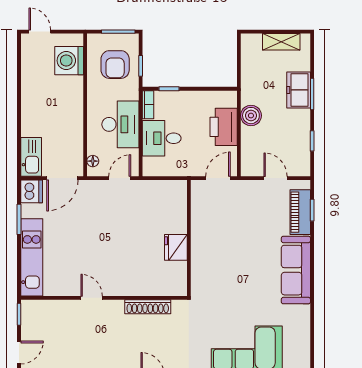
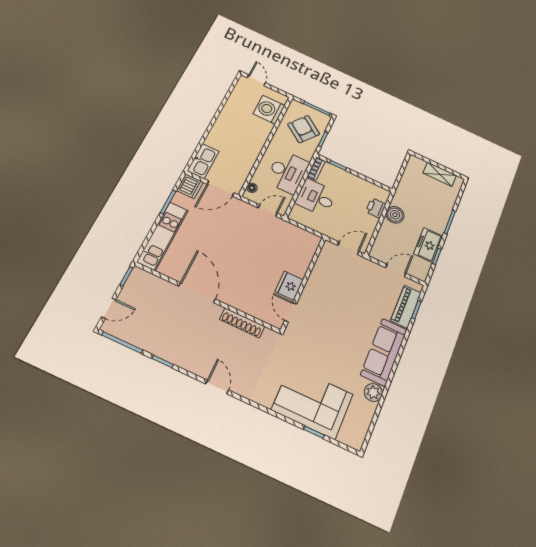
armchair: (115, 65) -> (304, 129), turned 127
freezer: (299, 90) -> (428, 245), moved
printer: (224, 127) -> (376, 208), width x0.53, depth x0.68
door: (275, 178) -> (396, 270), hinge flipped
door: (189, 274) -> (291, 312), added
door: (92, 298) -> (197, 293), width x1.88
plant: (301, 315) -> (373, 392), added

